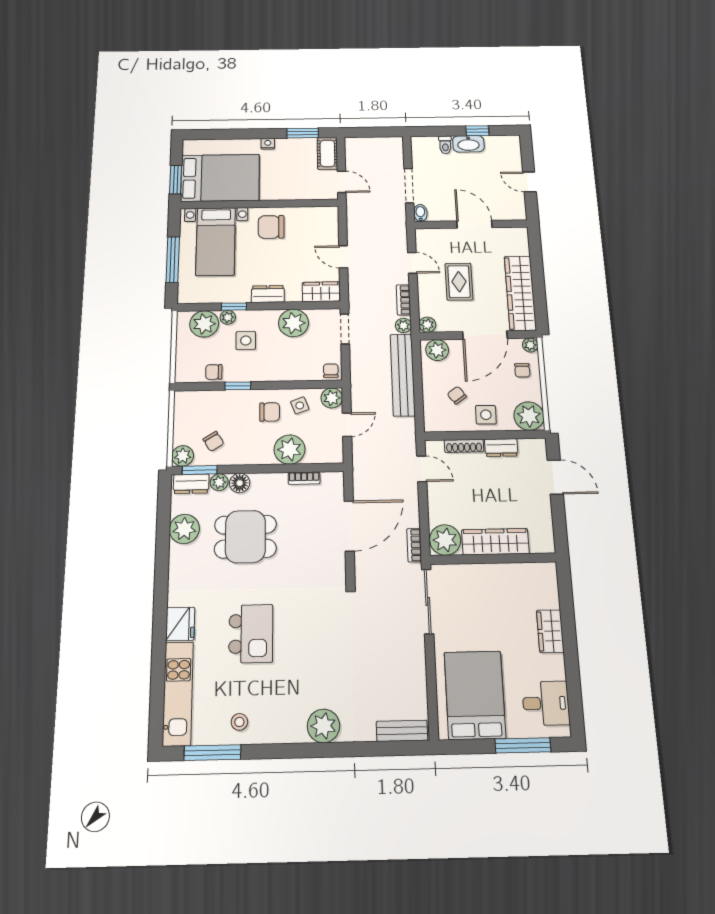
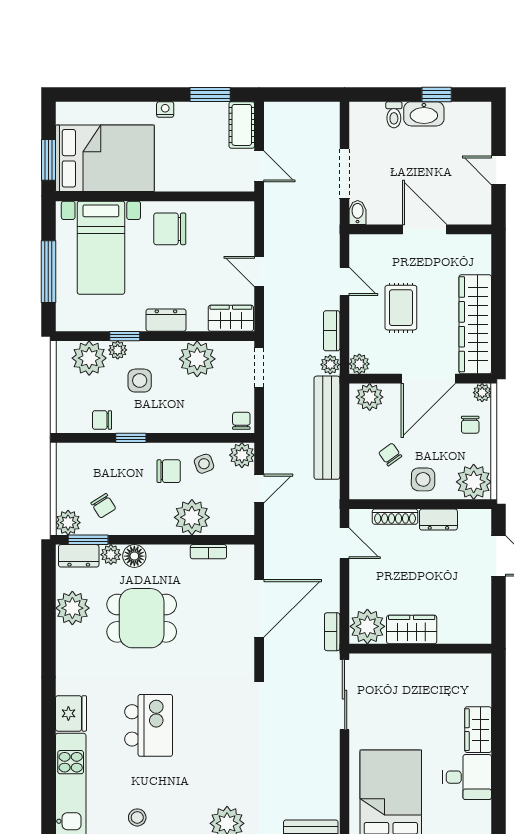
wardrobe: (495, 542) -> (412, 630), width x0.67
desk: (546, 703) -> (467, 777), moved

